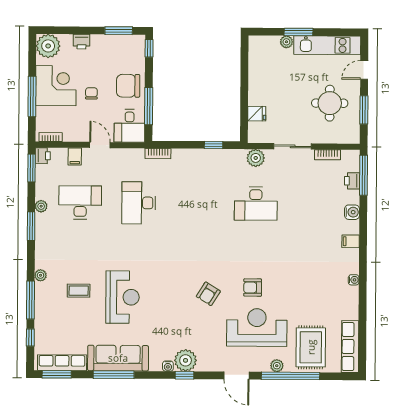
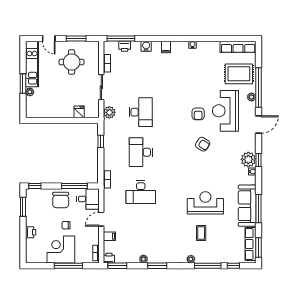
plant: (48, 46) -> (34, 255), removed
desk: (80, 202) -> (141, 152), moved

